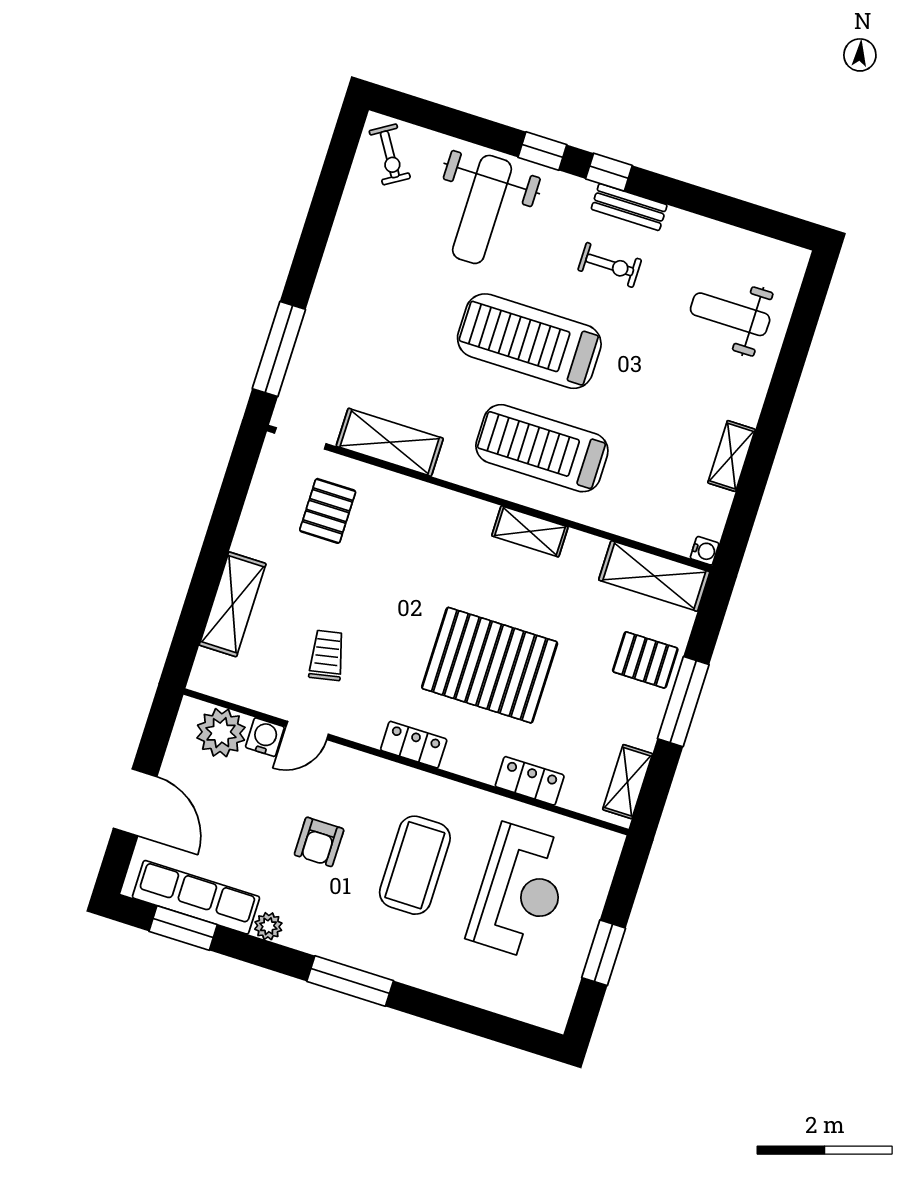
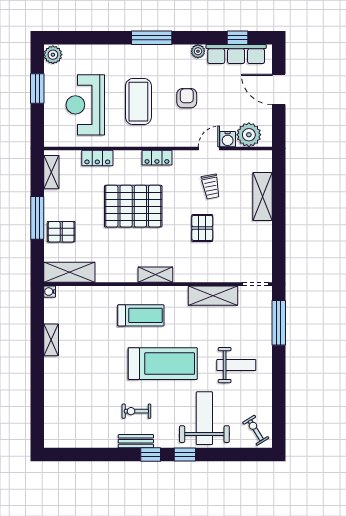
weight bench: (730, 314) -> (236, 365), moved
treadmill: (542, 448) -> (141, 315), width x0.73, depth x0.73
pallet: (328, 511) -> (202, 228), moved
shelving: (530, 531) -> (155, 275), moved
window: (183, 928) -> (238, 38), width x0.67
plant: (552, 1009) -> (53, 55), added

